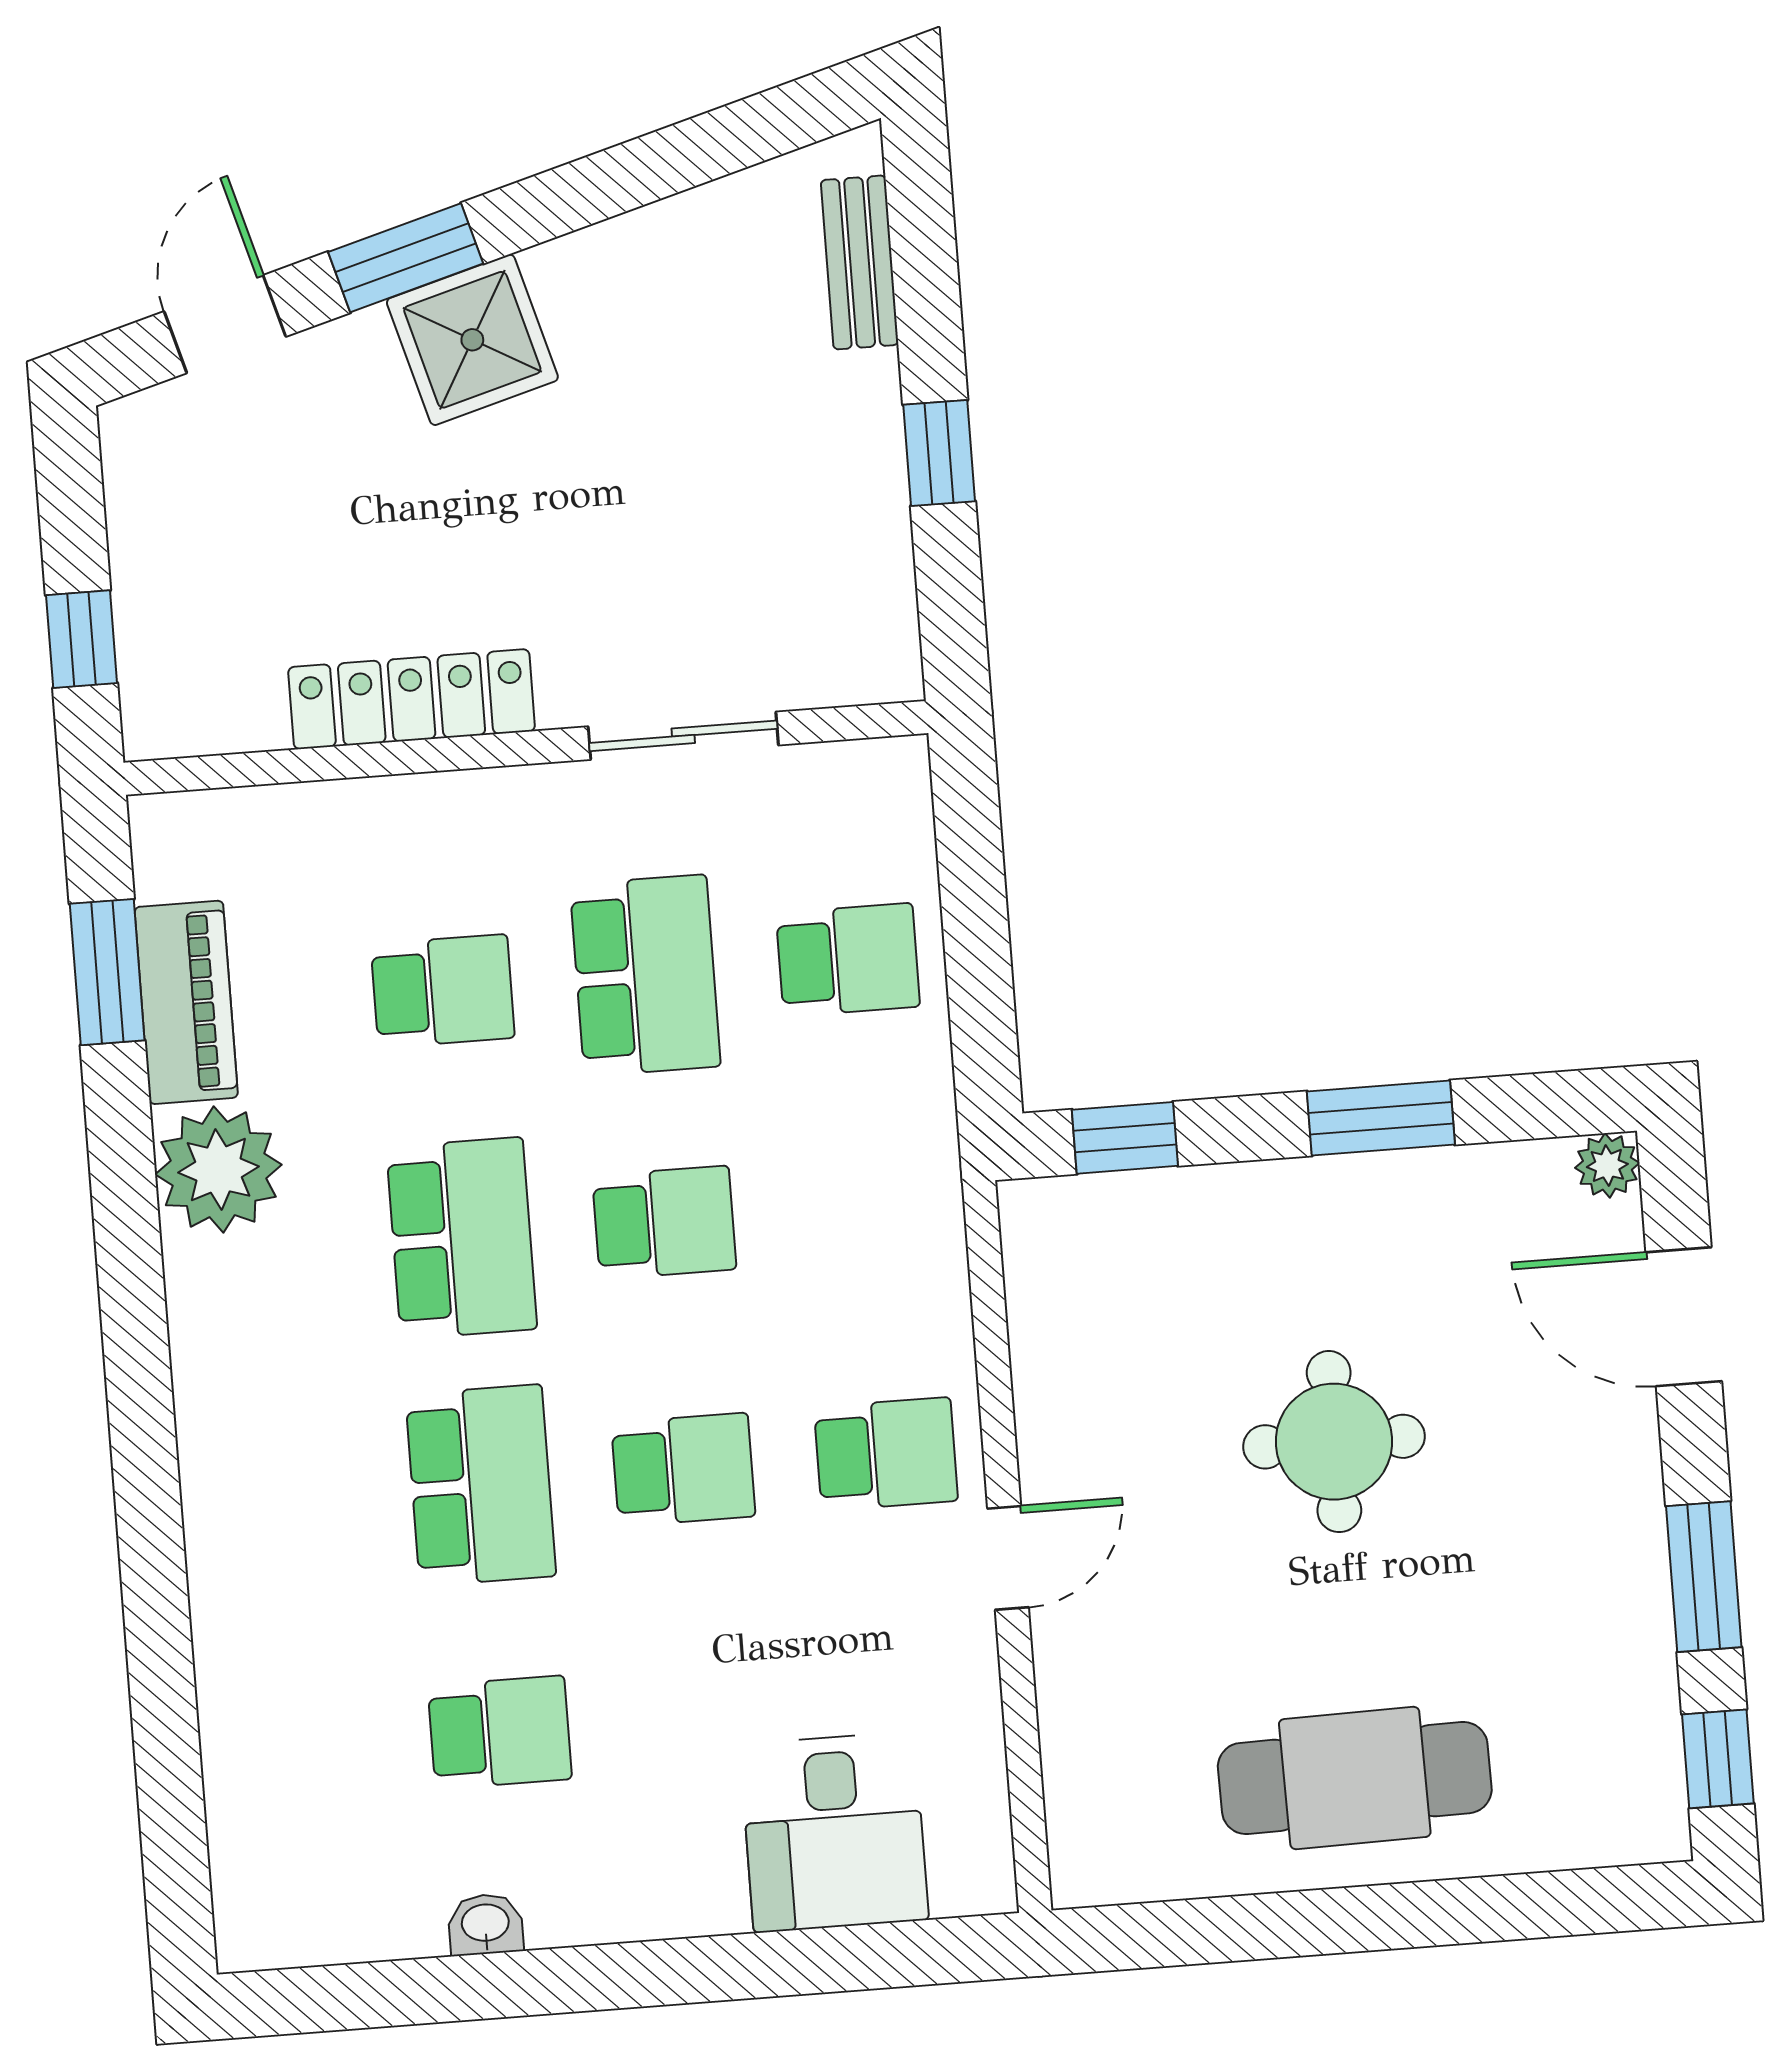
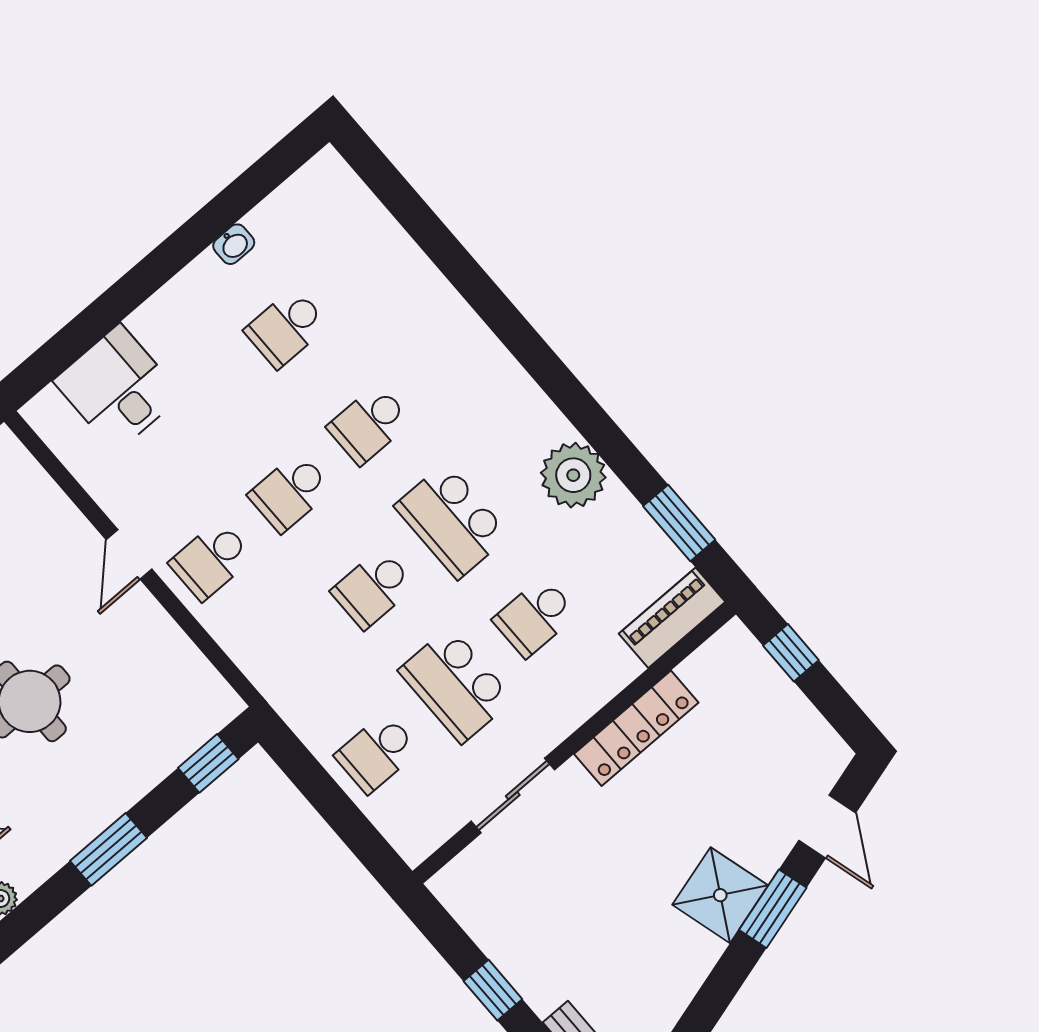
piano: (186, 1002) -> (672, 618), moved, turned 90
school desk: (481, 1485) -> (369, 424), width x0.54

